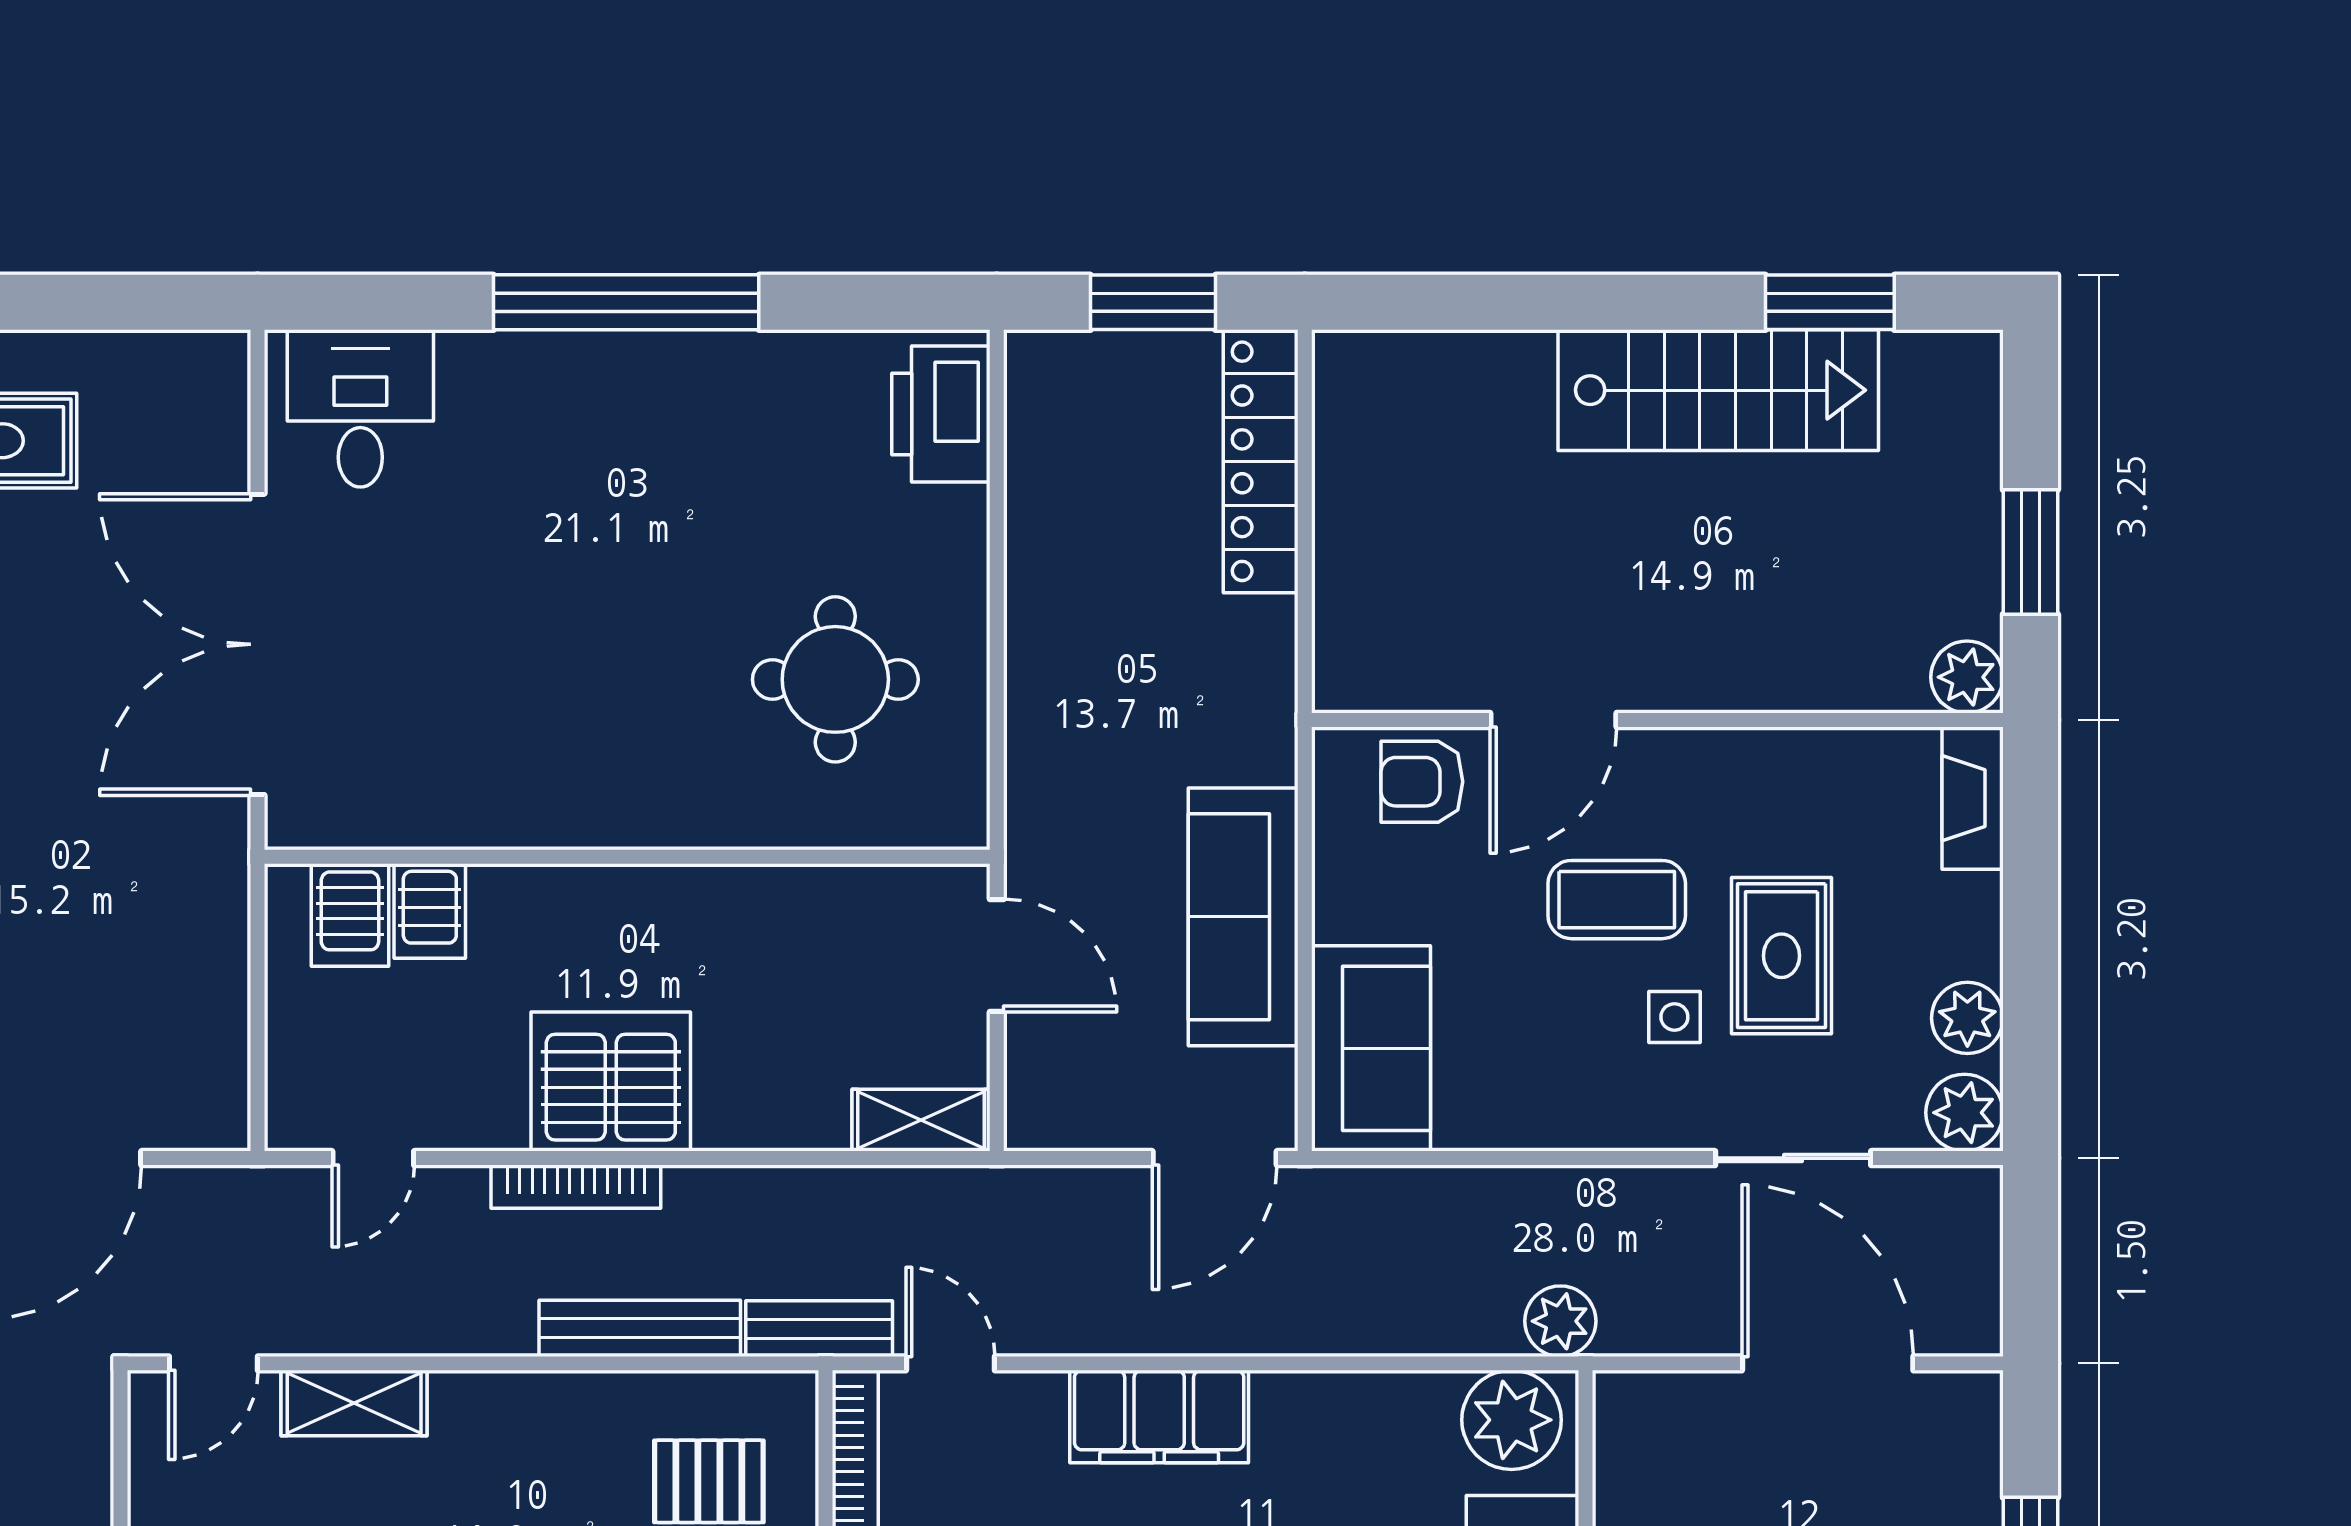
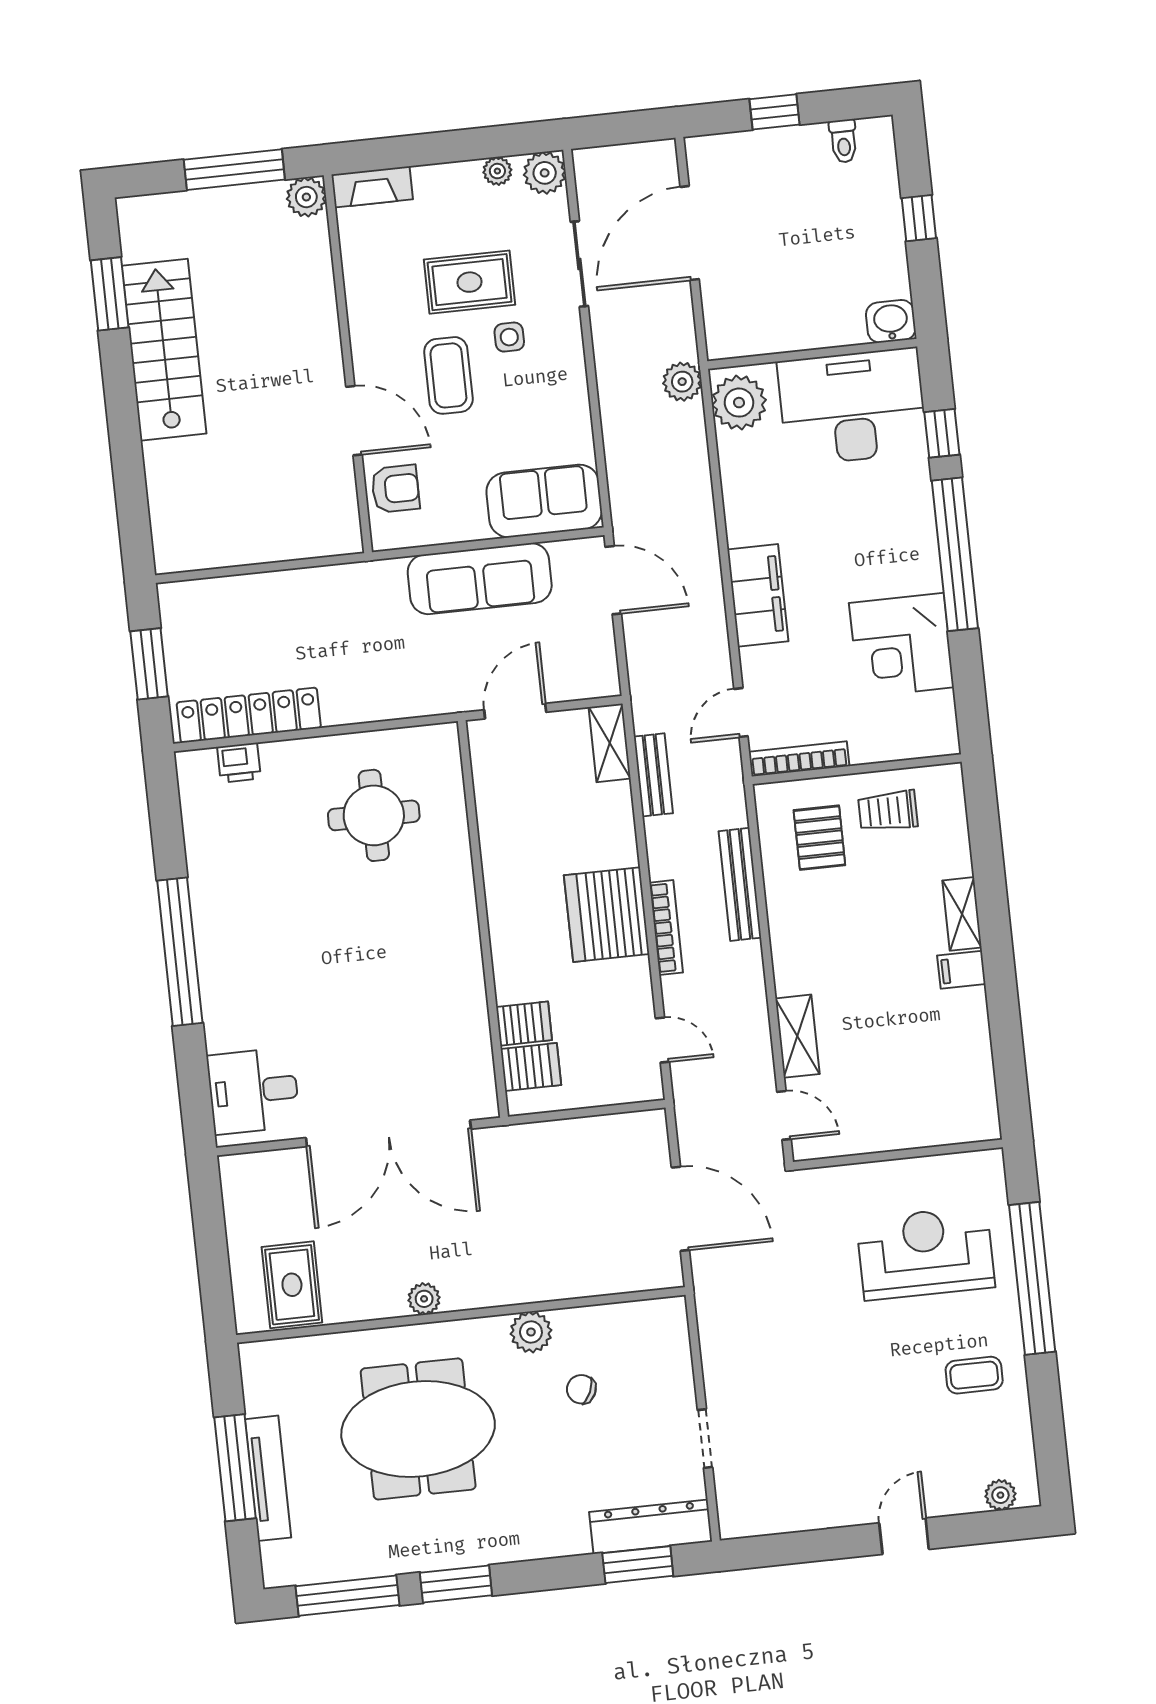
printer: (941, 414) -> (239, 763), width x0.53, depth x0.68
locker: (1261, 461) -> (249, 715), moved, turned 180
window: (2030, 552) -> (234, 170), width x1.44
armchair: (1422, 782) -> (395, 489), turned -90
plant: (1967, 1018) -> (497, 171), width x0.73, depth x0.73
bench: (819, 1329) -> (653, 775), moved

